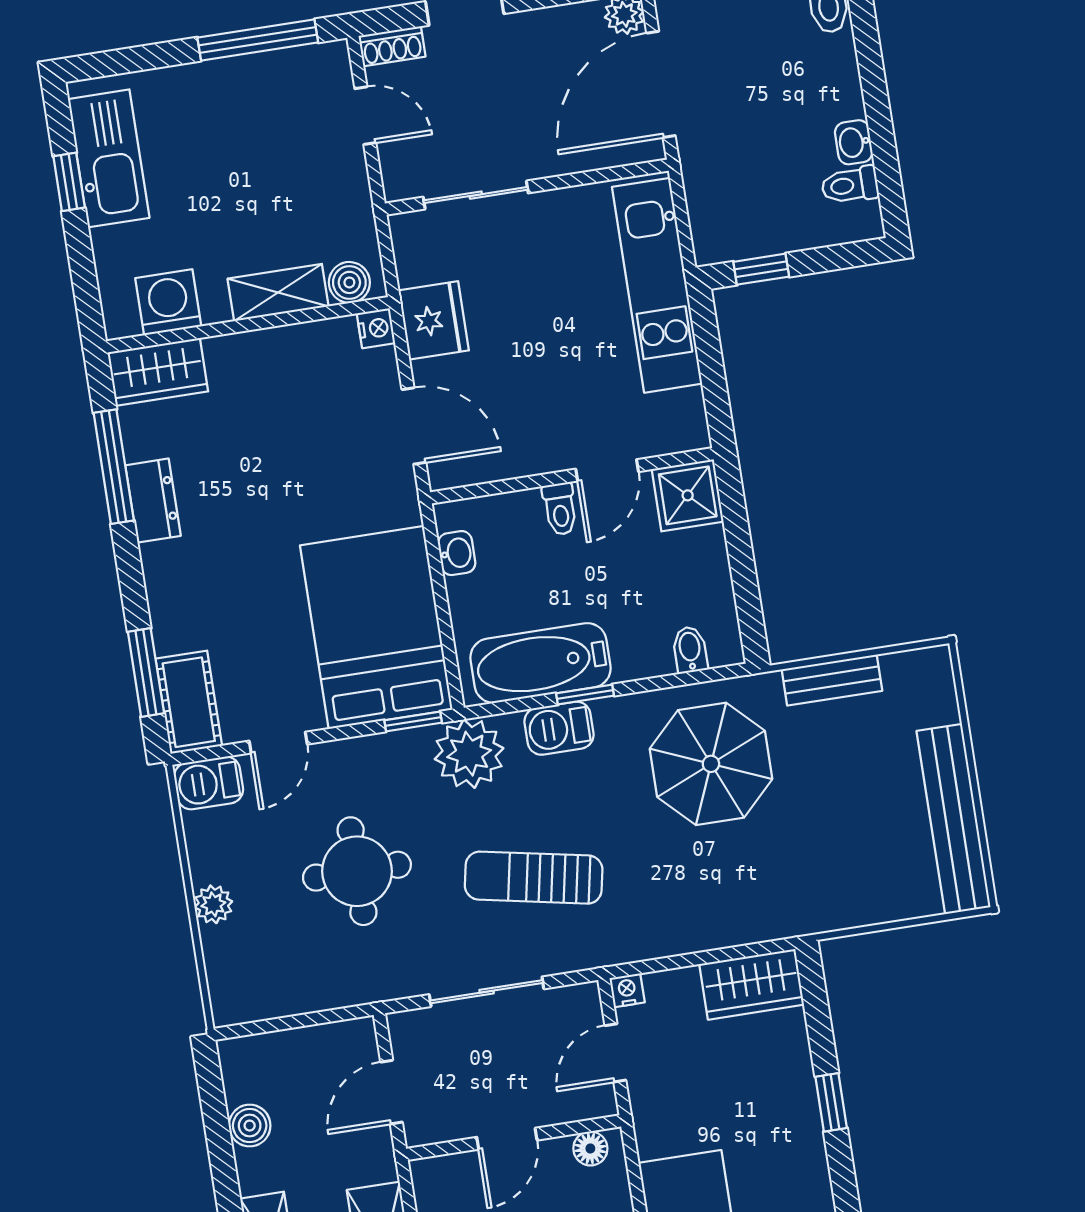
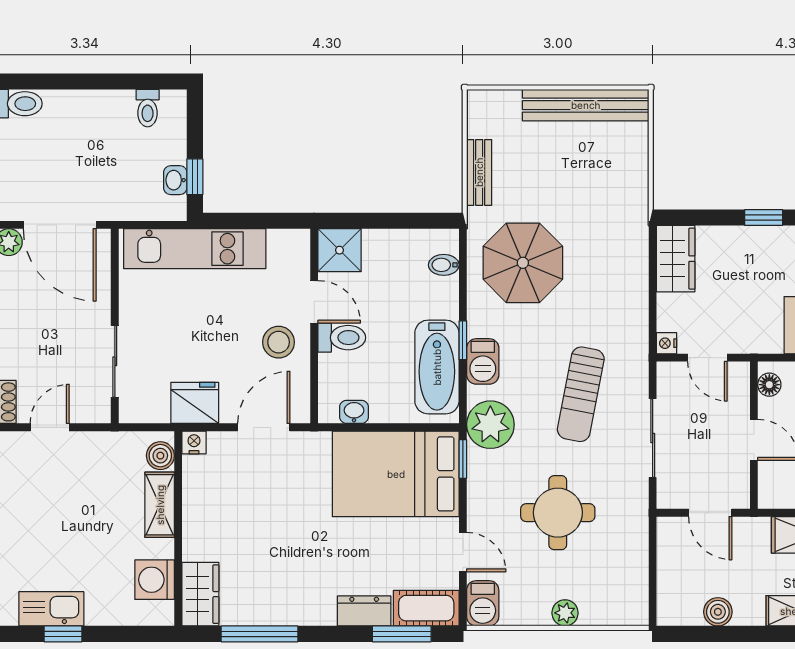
washbasin: (854, 142) -> (175, 180), moved, turned 90
kitchen sink: (109, 158) -> (51, 609), width x0.73, depth x0.81
stool: (541, 428) -> (279, 342), added
dresser: (153, 501) -> (364, 611), moved
toilet: (560, 509) -> (342, 338), width x1.37, depth x1.39

